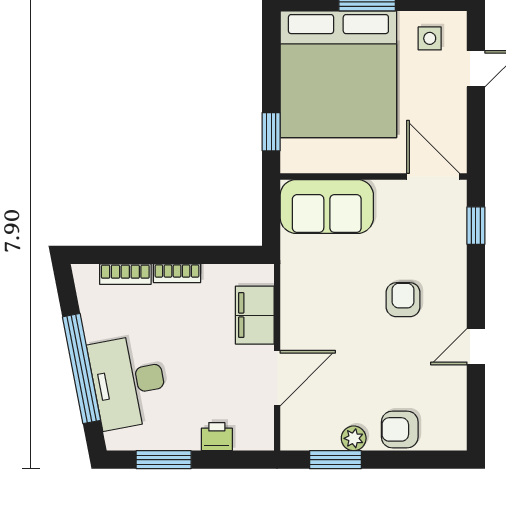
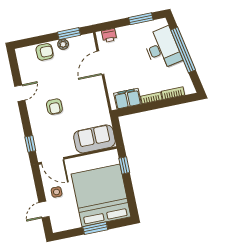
side table: (430, 38) -> (57, 192), moved
filing cabinet: (255, 315) -> (127, 99), moved, turned -90
printer: (217, 437) -> (109, 35), moved

